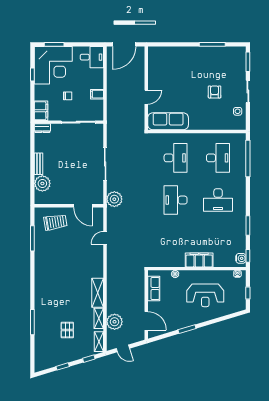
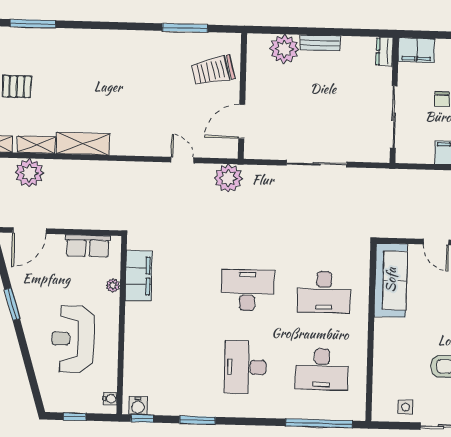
plant: (114, 199) -> (228, 178), moved
trolley: (55, 222) -> (213, 71), turned 85
filing cabinet: (199, 260) -> (139, 276), moved

